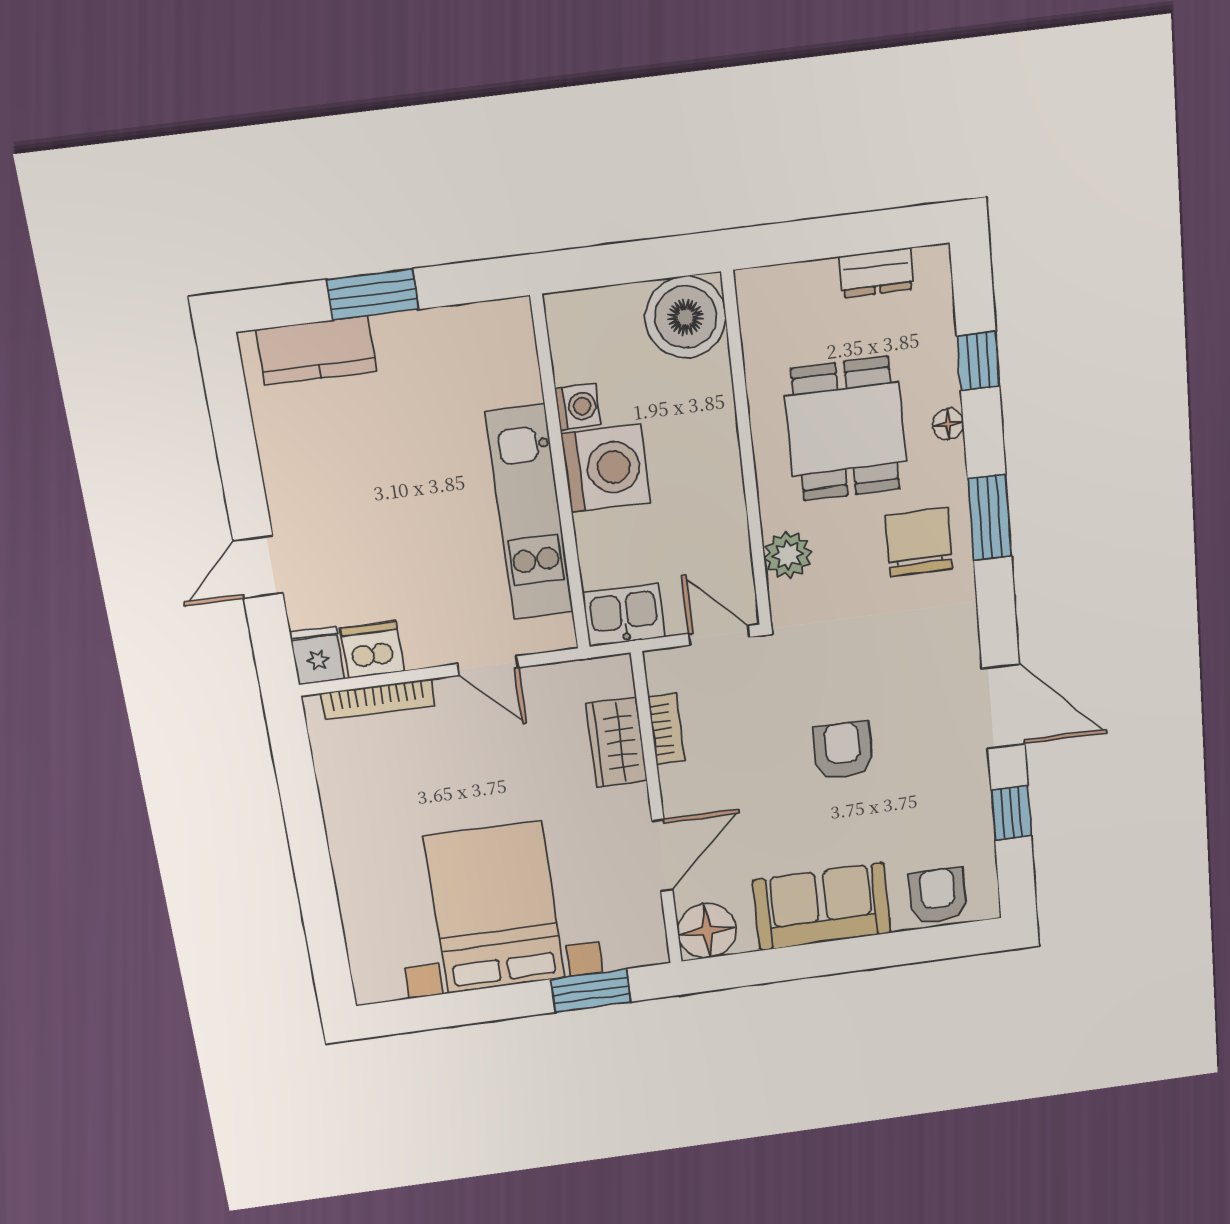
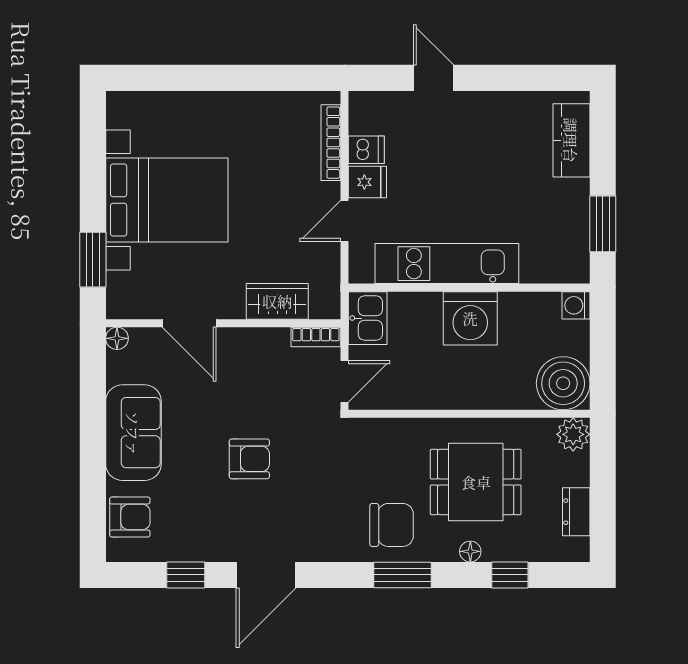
window: (373, 294) -> (603, 224), moved
washing machine: (578, 407) -> (576, 305), moved, turned 90
plant: (788, 555) -> (573, 434), moved
dishwasher: (372, 650) -> (366, 150), width x0.73
fridge: (317, 656) -> (367, 182), moved
bookcase: (666, 729) -> (316, 337), moved
floor lamp: (707, 931) -> (117, 338), width x0.53, depth x0.53

